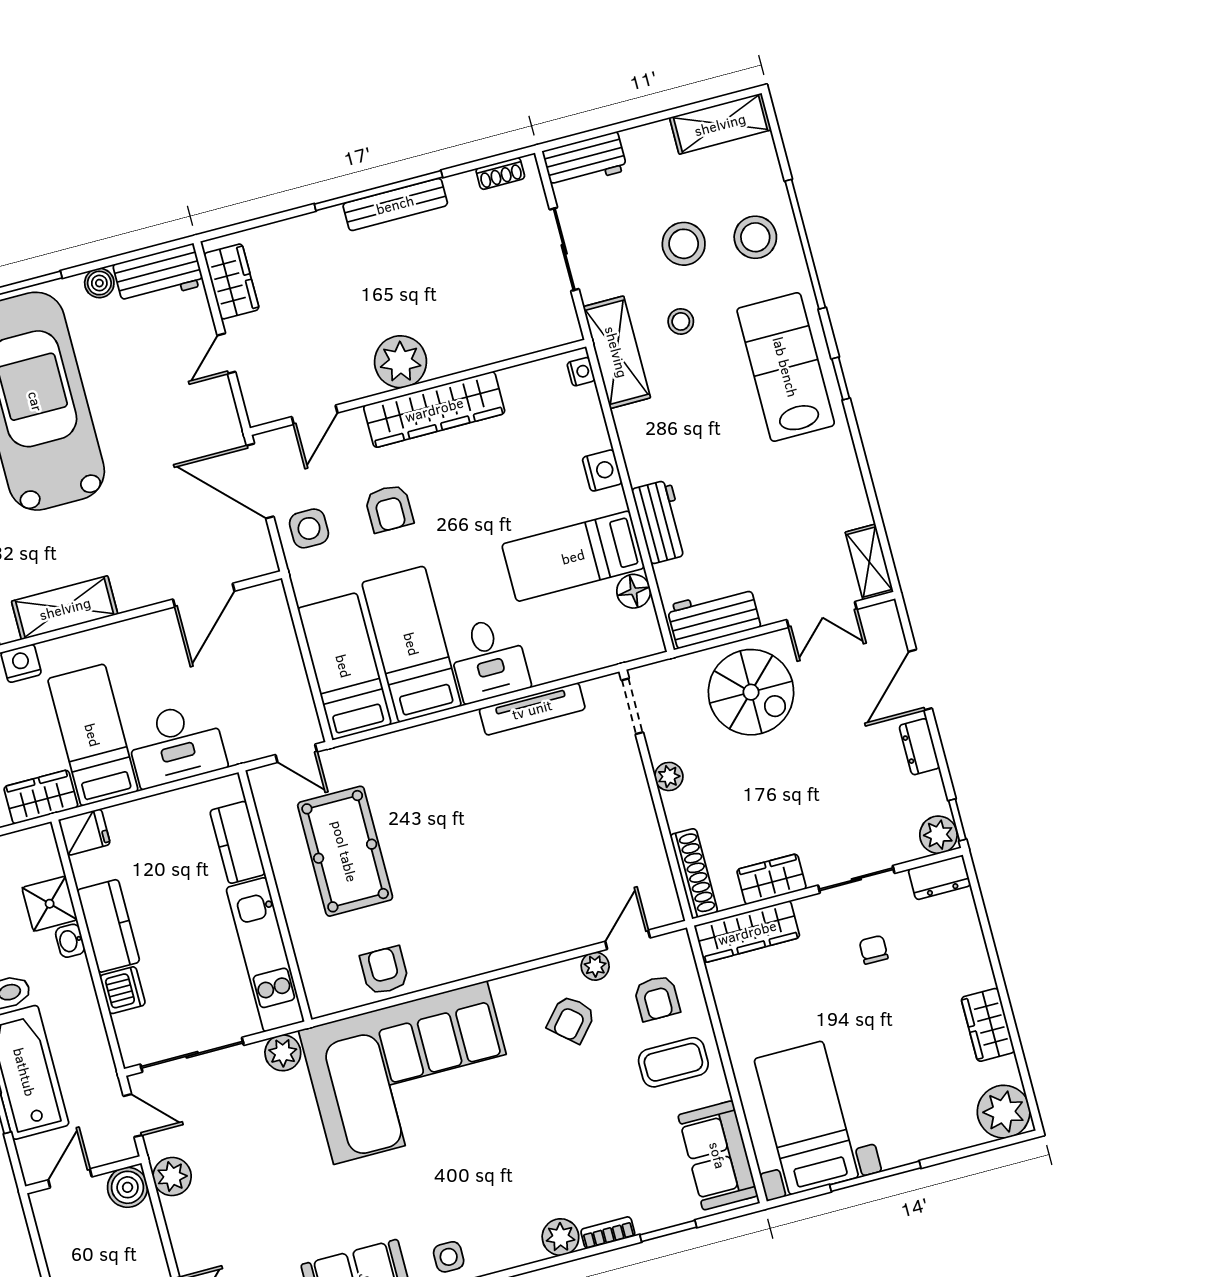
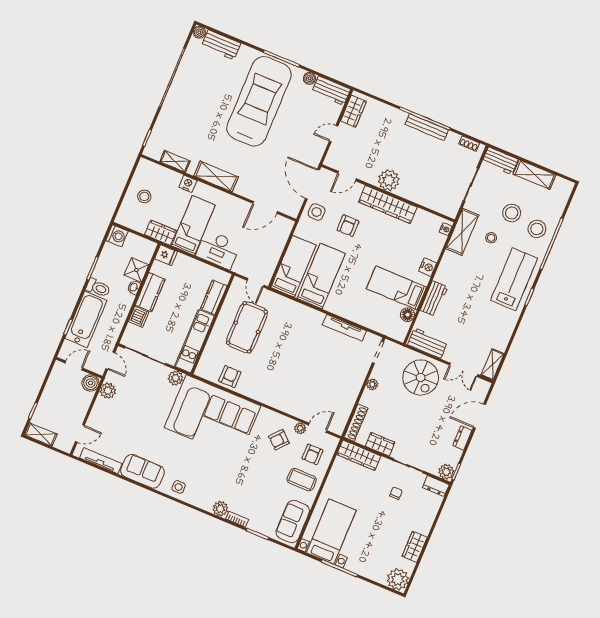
shelving: (720, 124) -> (535, 175), moved
desk: (489, 660) -> (343, 301), removed

